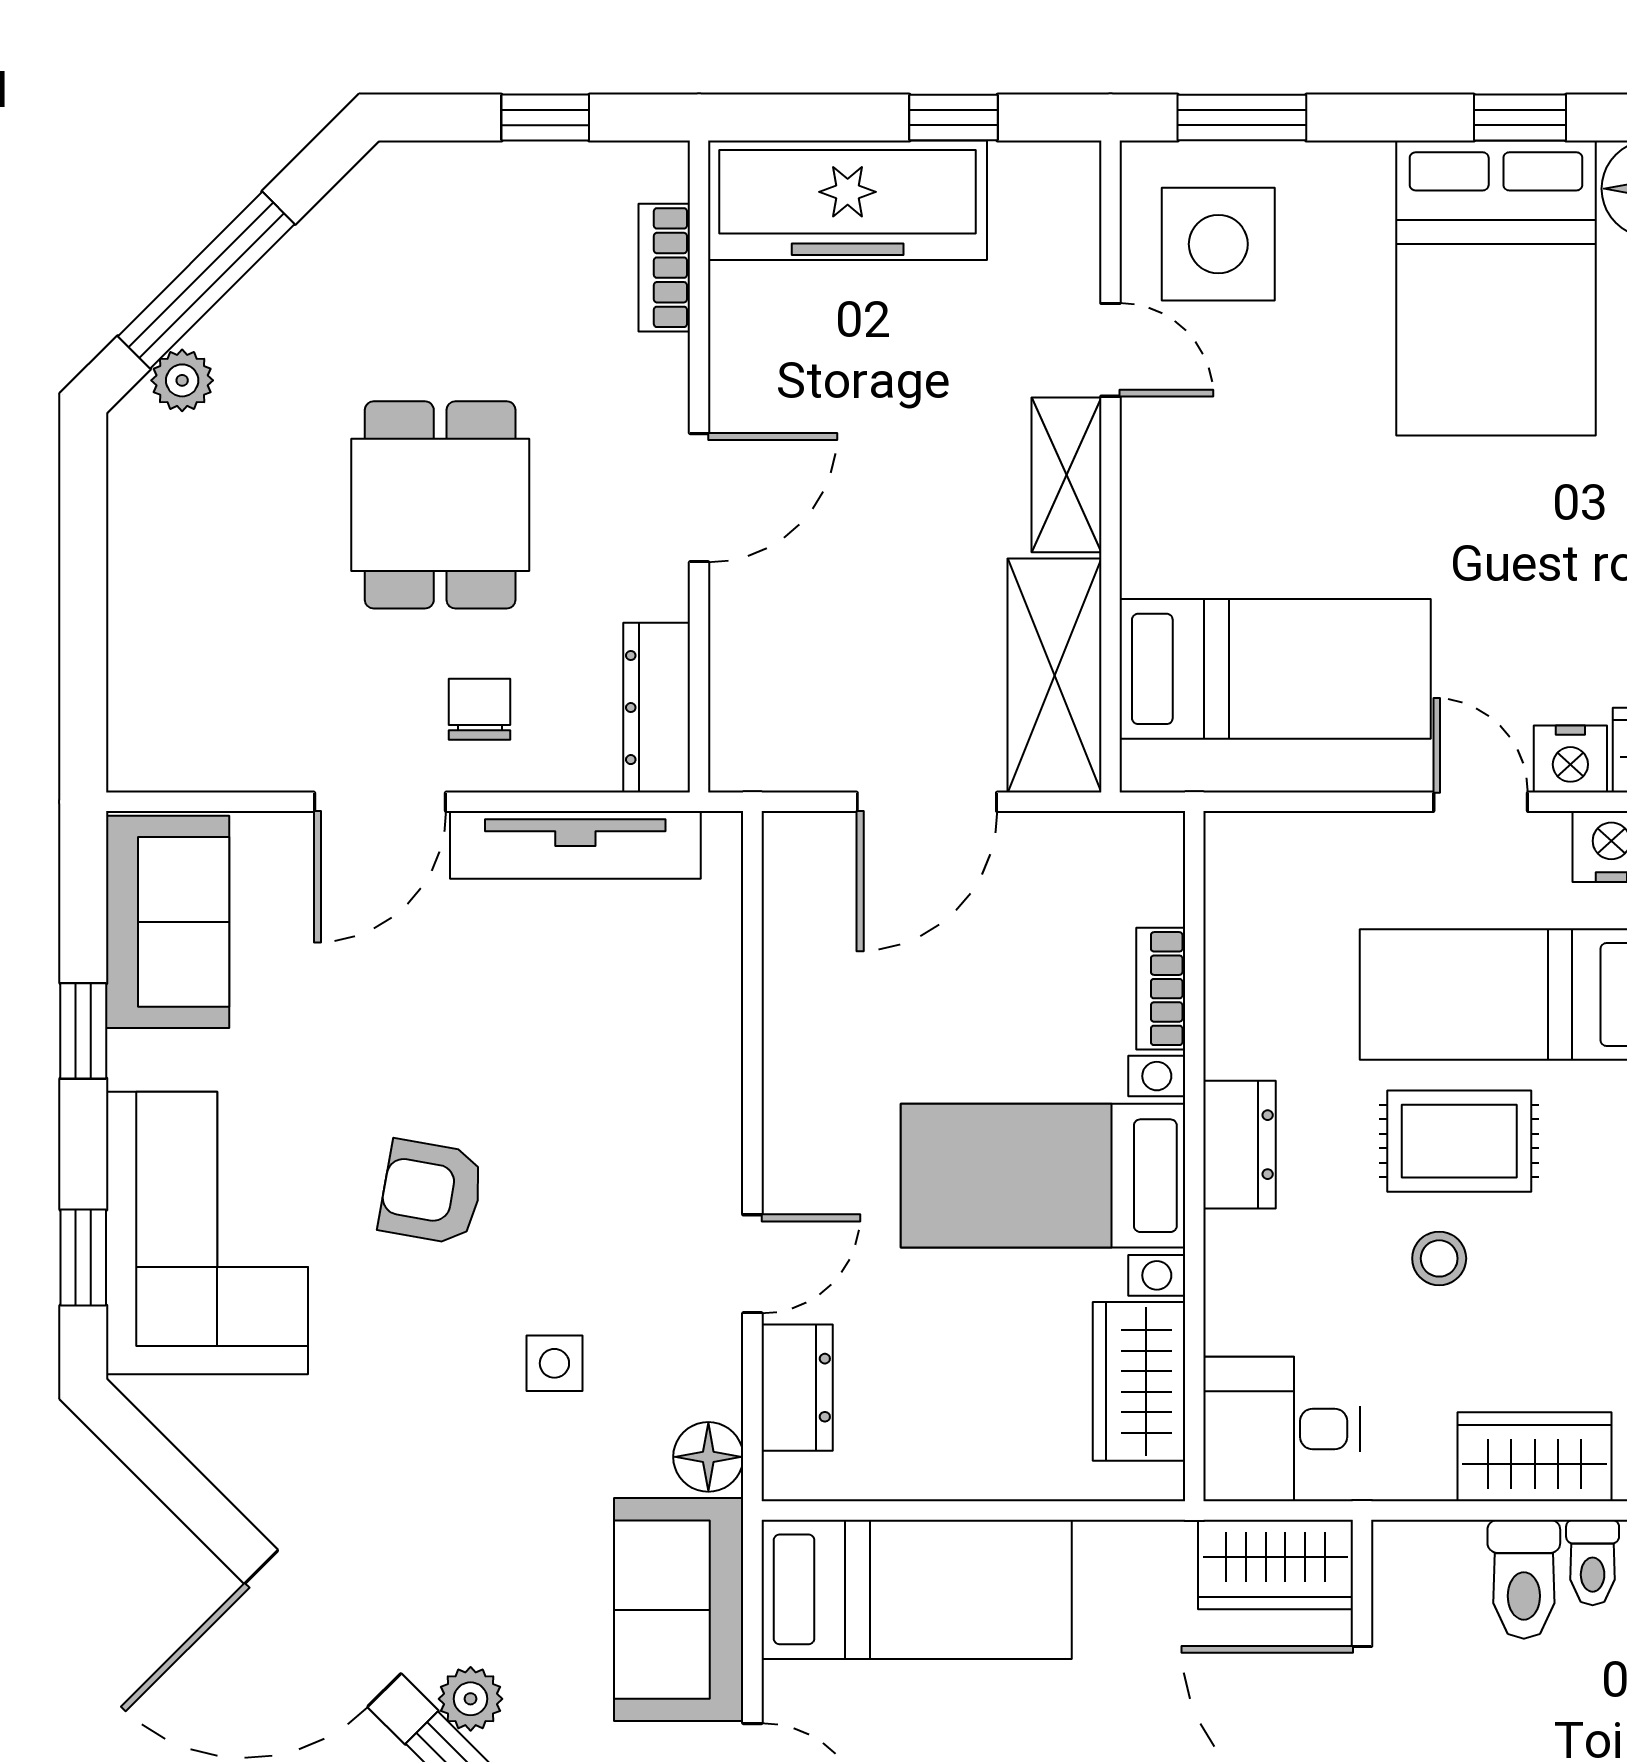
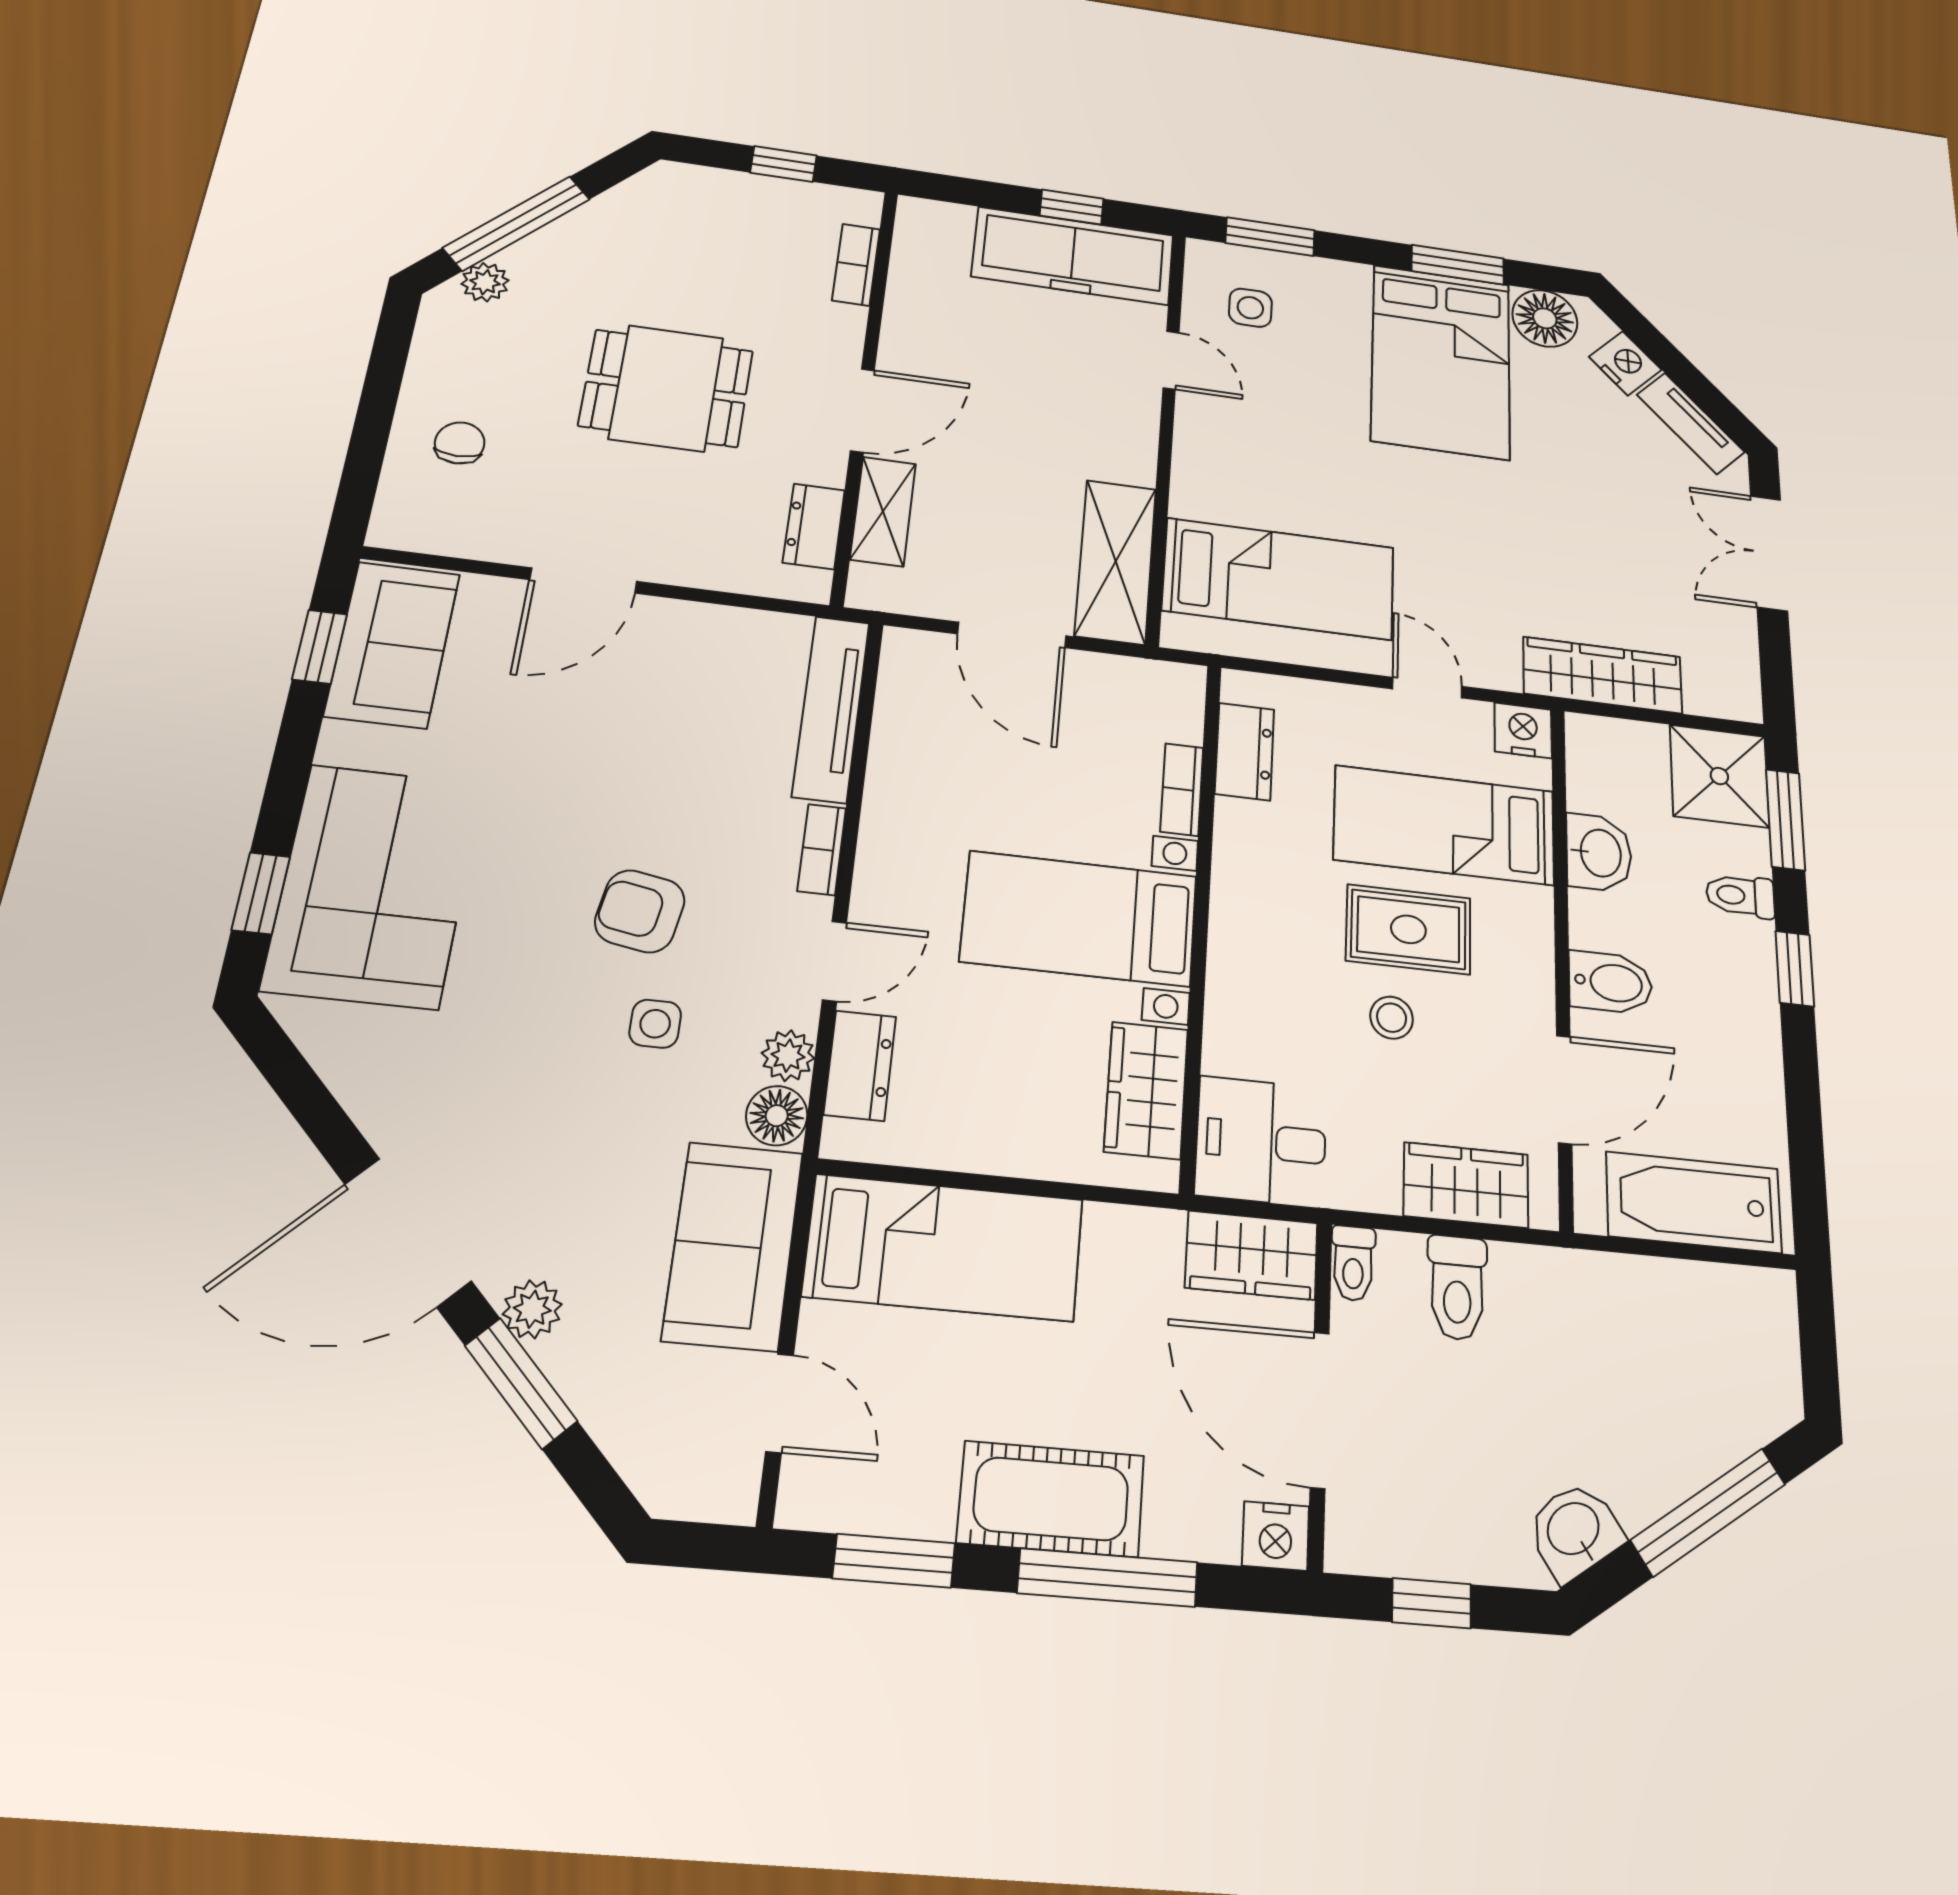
window: (1520, 118) -> (1458, 265), width x1.50
freezer: (848, 200) -> (1073, 256), moved
side table: (1218, 244) -> (1250, 308), width x0.54, depth x0.54
shelving: (1066, 475) -> (883, 511), moved
dining table: (440, 505) -> (666, 388), turned 90
dresser: (657, 708) -> (814, 526), width x0.70
chair: (480, 709) -> (460, 443), moved
nightstand: (1570, 759) -> (1493, 667), removed
door: (927, 802) -> (1012, 635), hinge flipped
tv unit: (575, 845) -> (831, 709), moved, turned 90
window: (83, 1031) -> (320, 647), moved
bookcase: (720, 1125) -> (822, 850), added
dresser: (1240, 1145) -> (1245, 752), moved
armchair: (431, 1192) -> (640, 911), moved
plant: (712, 1385) -> (788, 1056), added
toilet: (1593, 1563) -> (1353, 1263), moved

